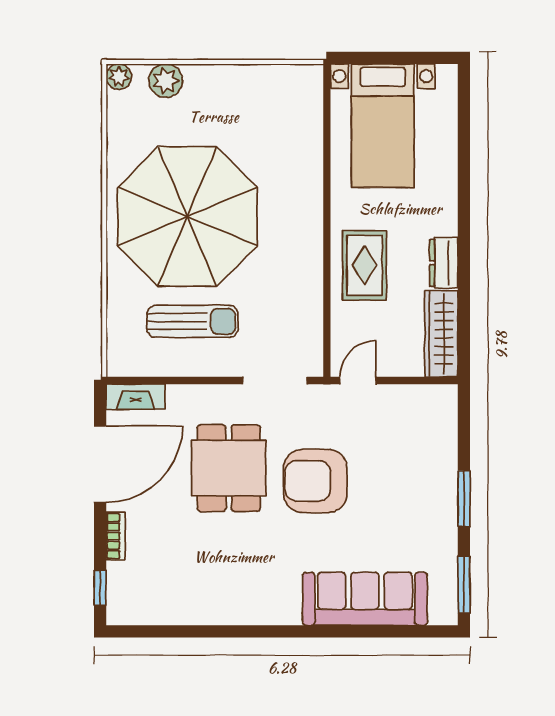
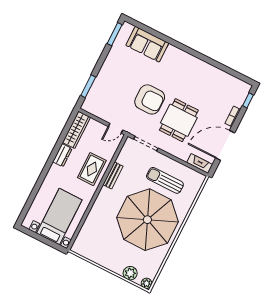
bench: (311, 275) -> (113, 175), added
window: (464, 499) -> (88, 86), moved
sofa: (365, 599) -> (147, 44), width x0.73

